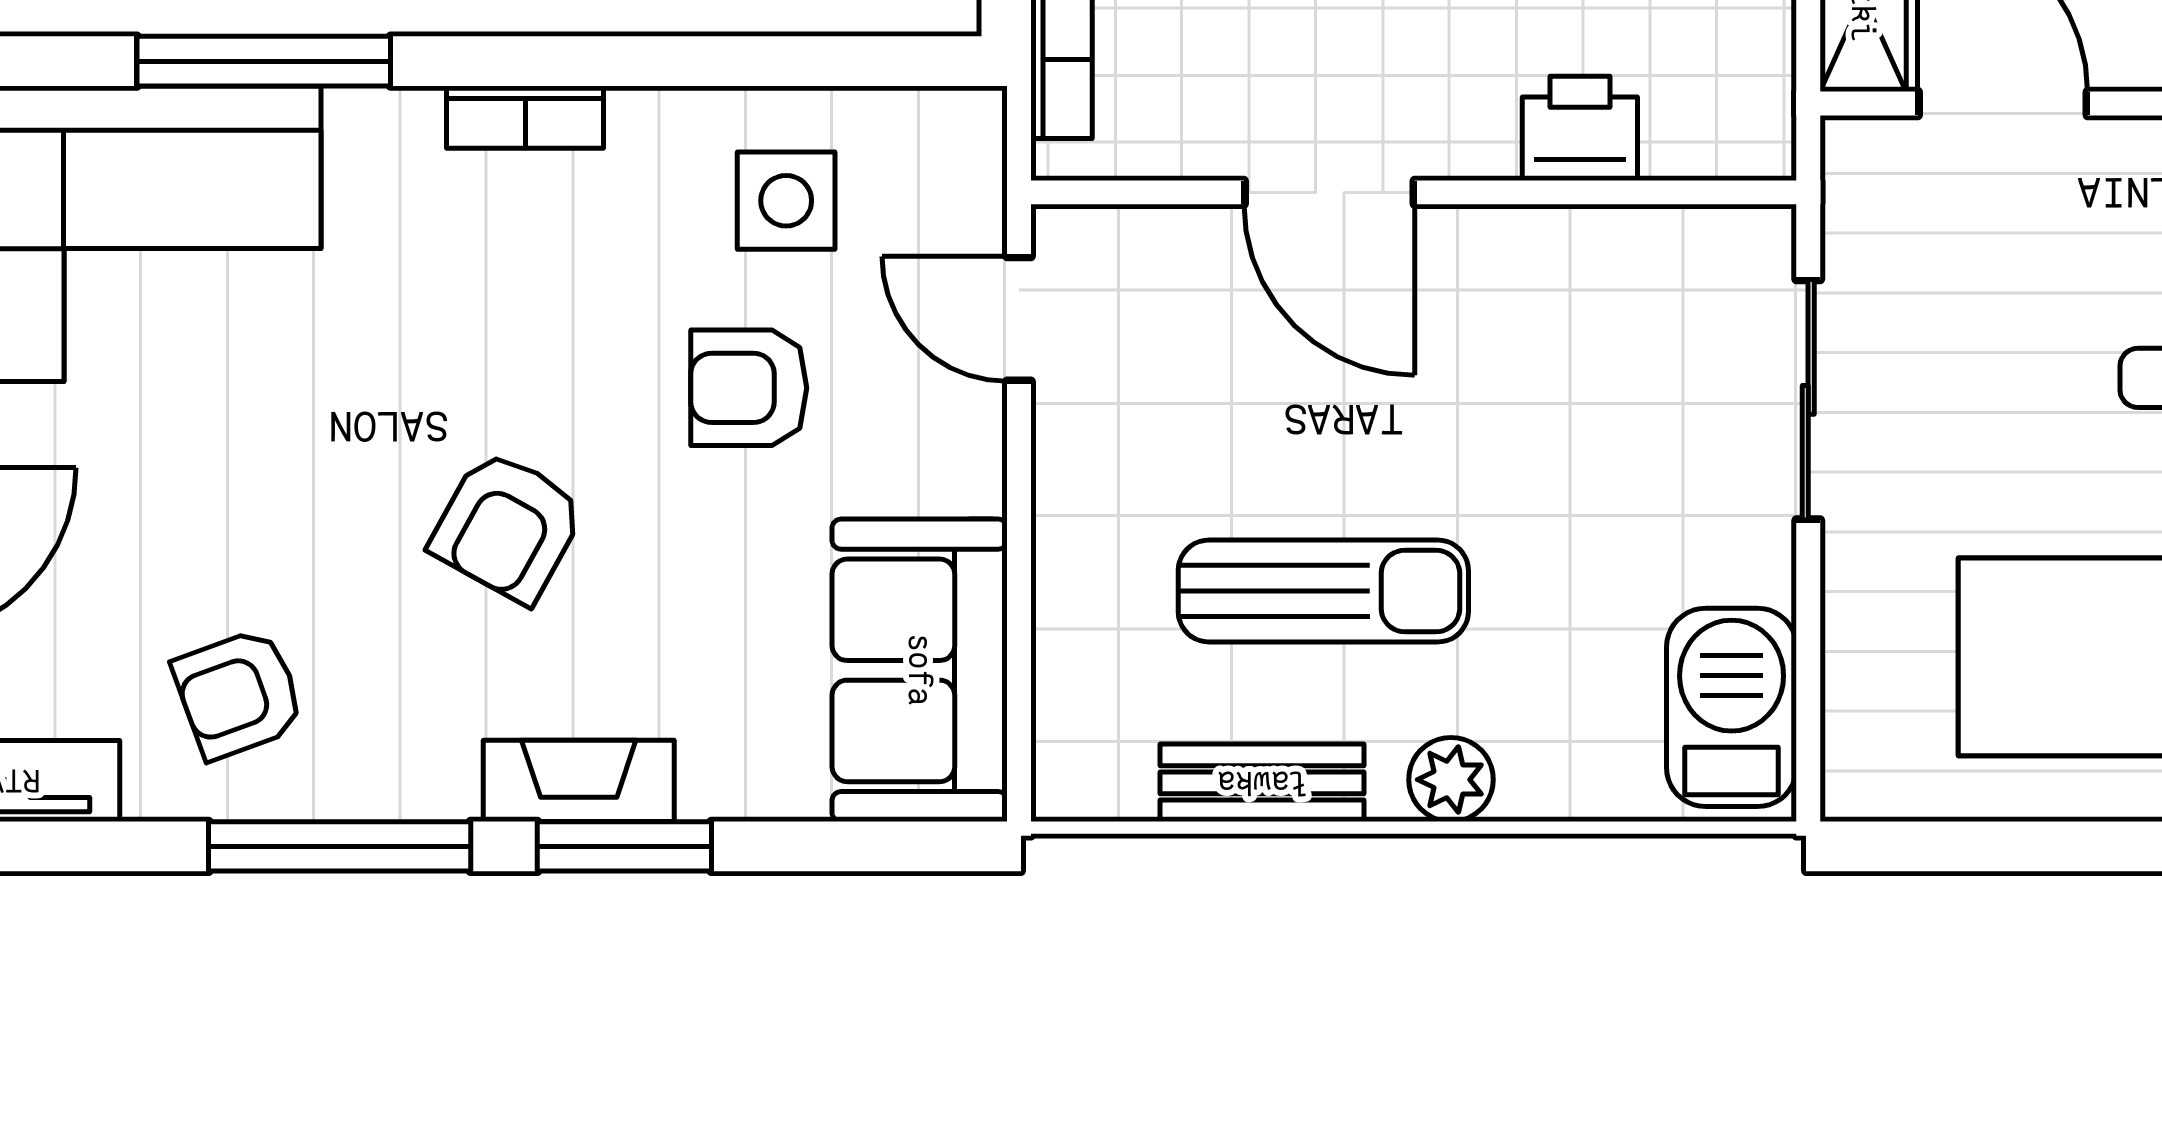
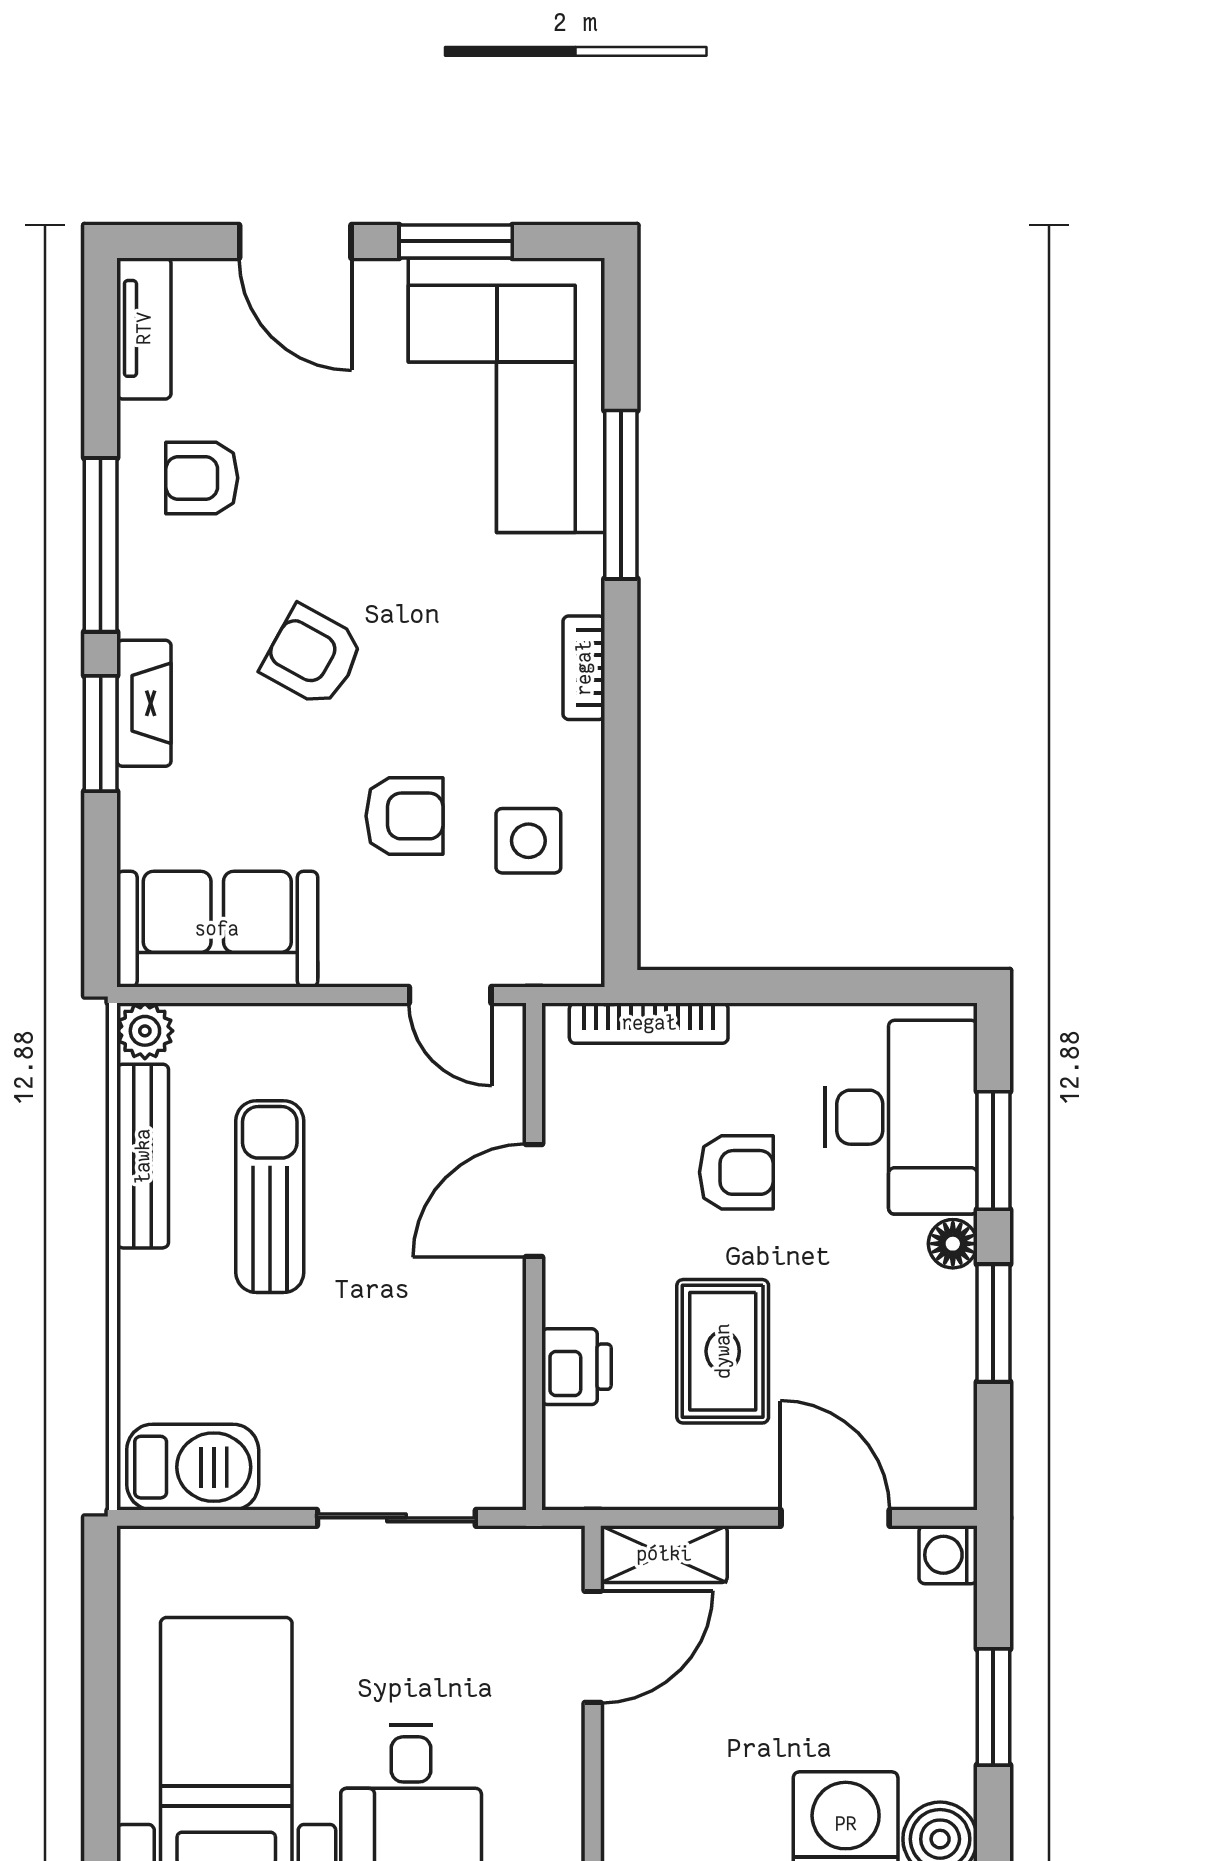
door: (1019, 319) -> (450, 995), swing flipped
armchair: (749, 388) -> (404, 816), turned 90
sun lounger: (1323, 591) -> (270, 1197), turned 180
armchair: (239, 694) -> (202, 478), turned -70
plant: (1451, 780) -> (145, 1031), moved
bench: (1262, 783) -> (143, 1156), width x1.36

